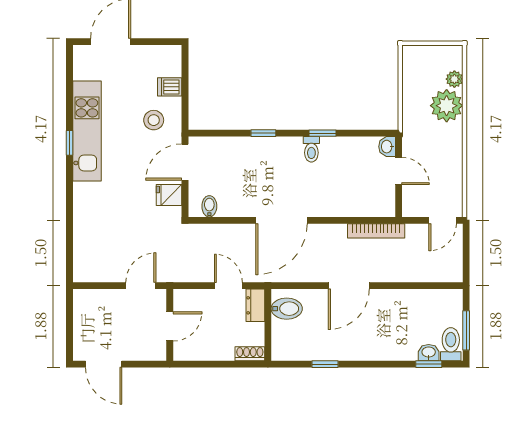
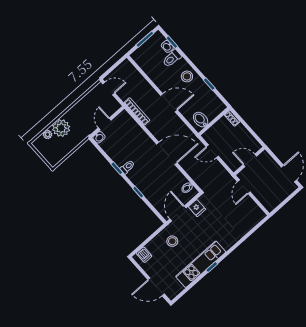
dishwasher: (170, 87) -> (144, 255), moved
door: (185, 162) -> (178, 213), swing flipped
door: (141, 286) -> (244, 187), hinge flipped
door: (228, 286) -> (212, 151), hinge flipped
dresser: (255, 305) -> (211, 133), removed
stool: (363, 343) -> (187, 76), added
toilet: (451, 344) -> (172, 58), moved

